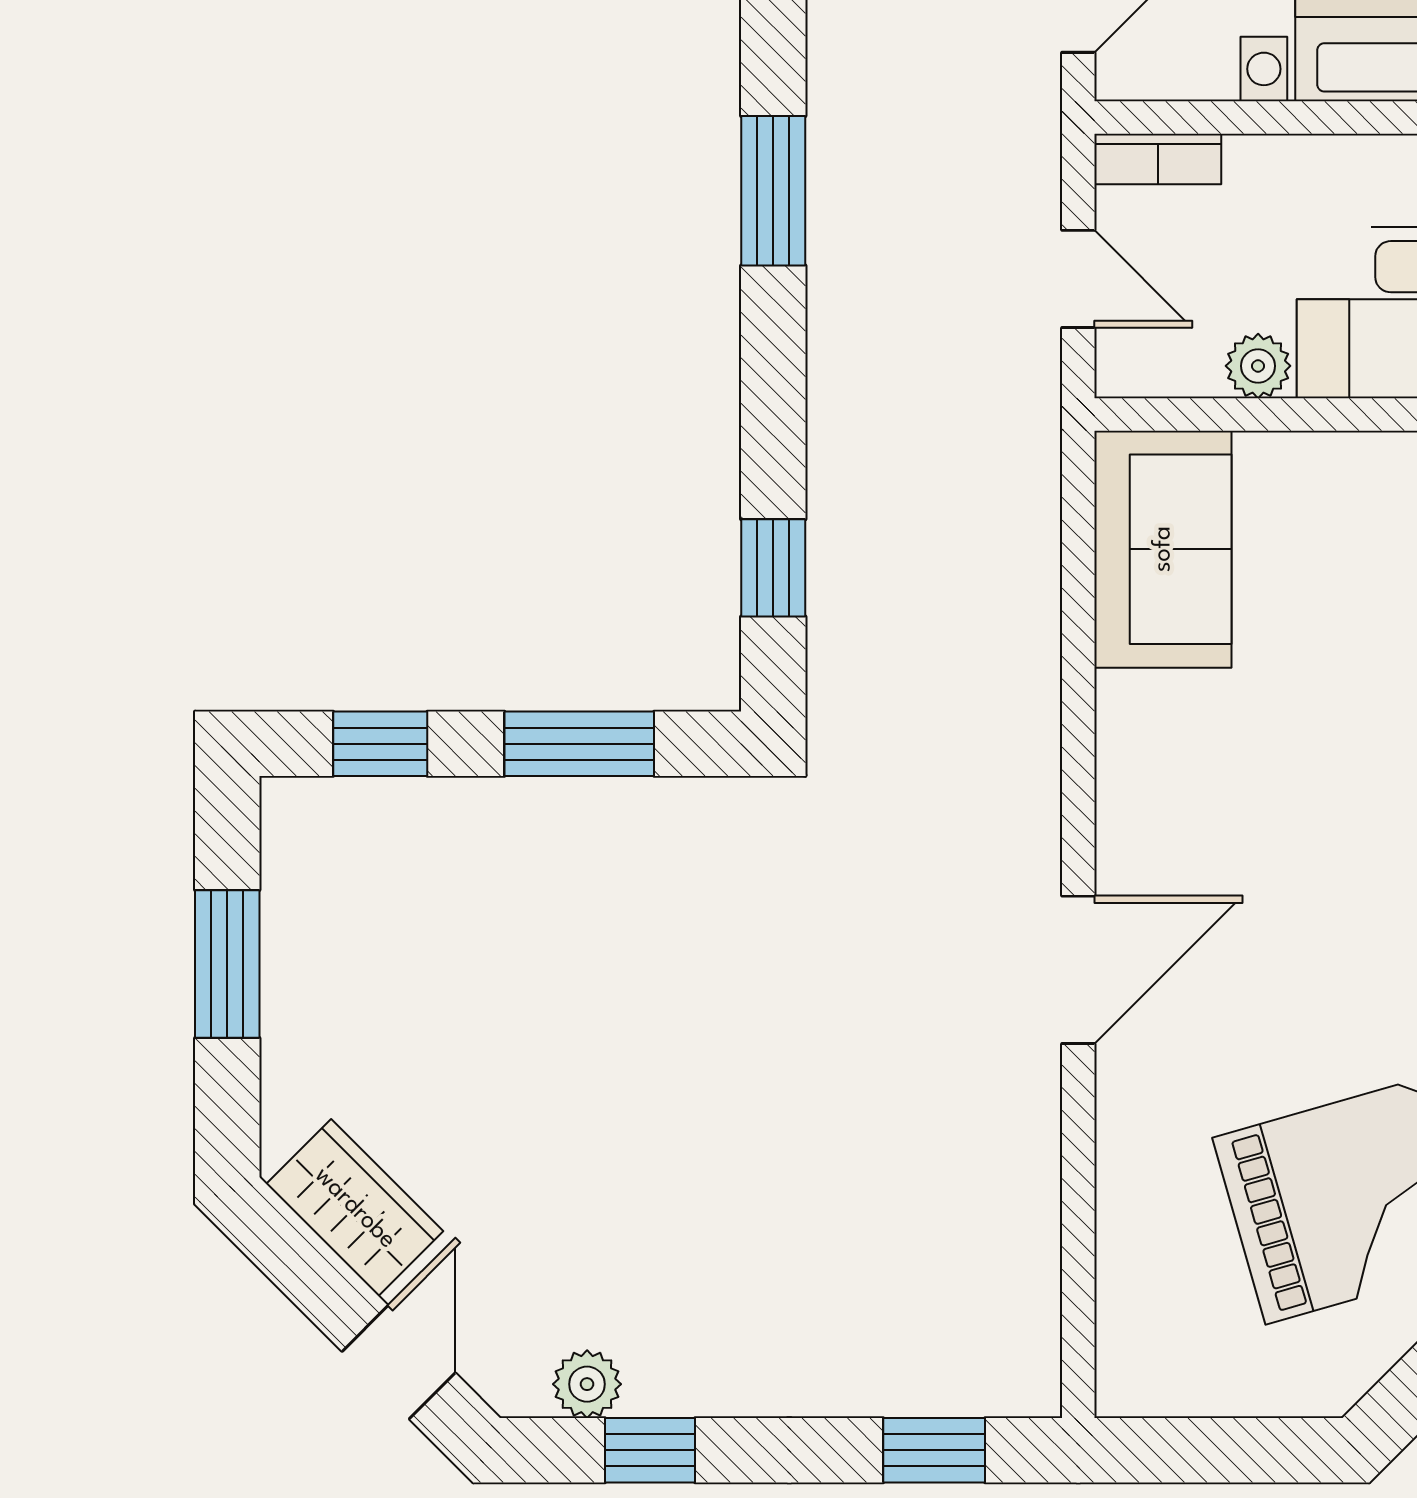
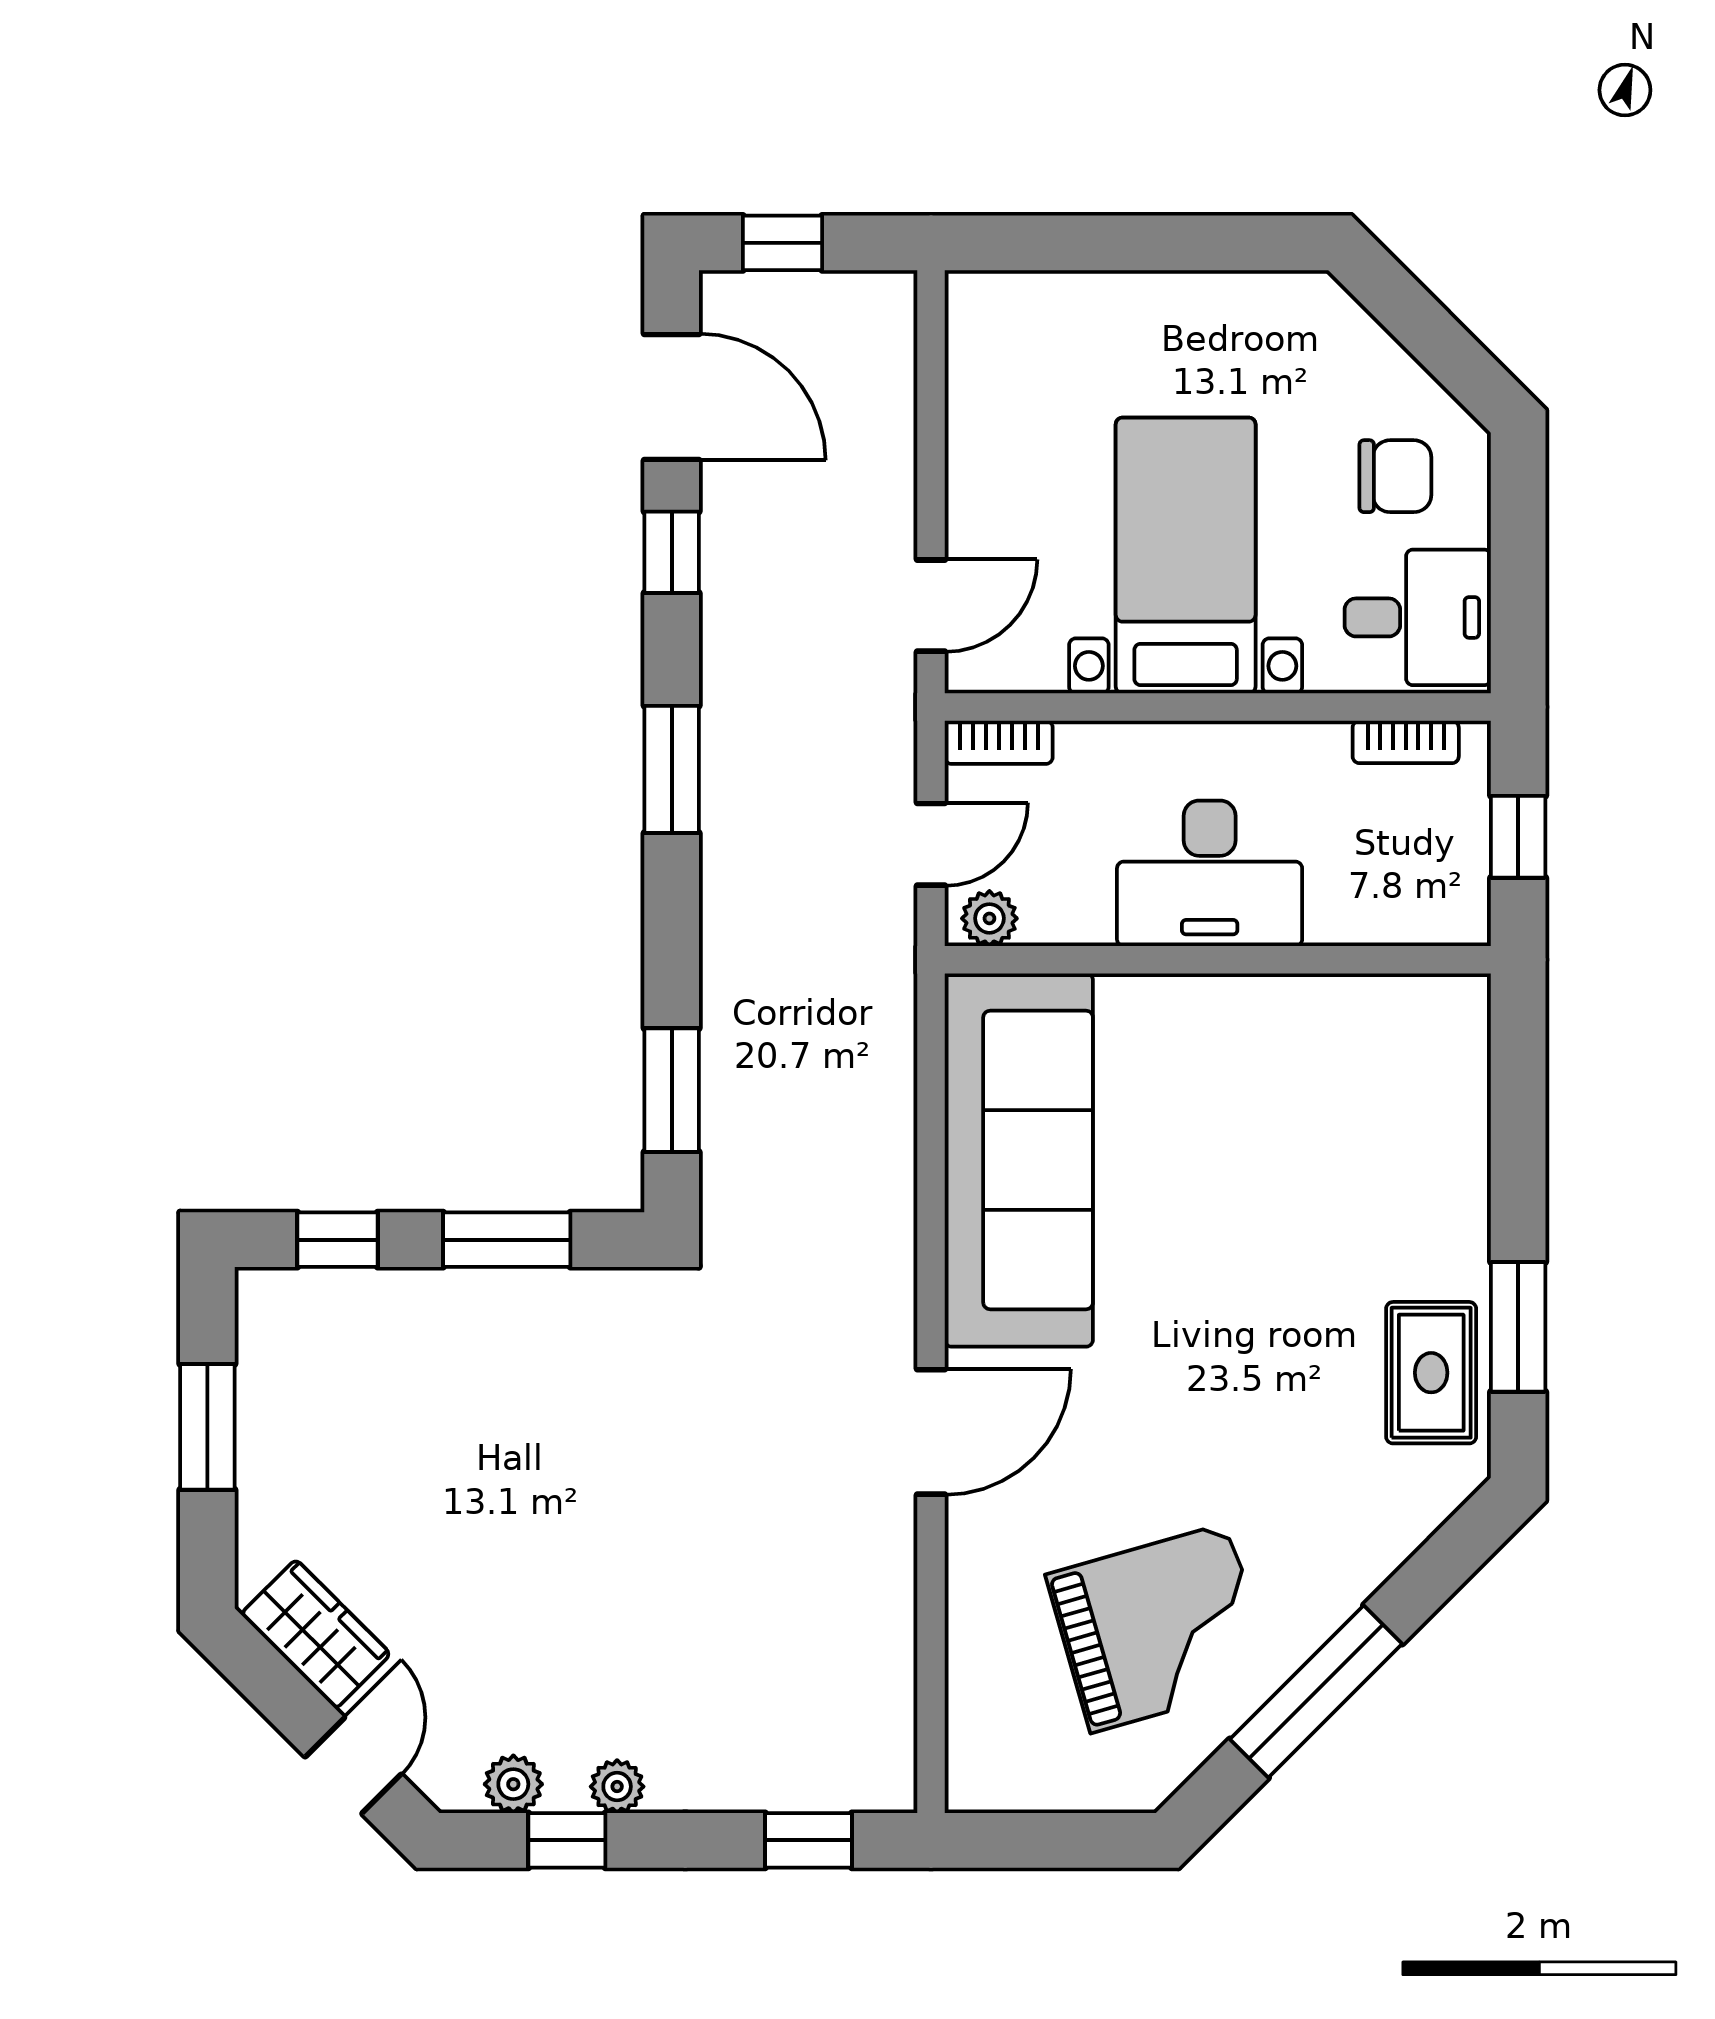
door: (1078, 279) -> (931, 844), hinge flipped
plant: (1258, 366) -> (989, 918), moved
sofa: (1163, 549) -> (1019, 1160), width x1.85, depth x1.27
window: (773, 568) -> (672, 1090), width x1.50
plant: (709, 1387) -> (617, 1787), added

